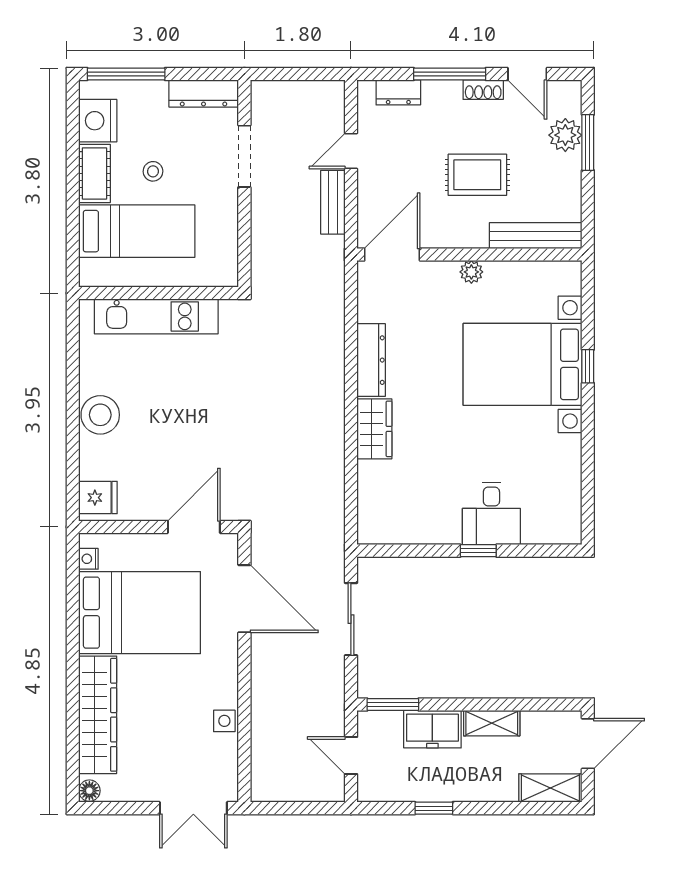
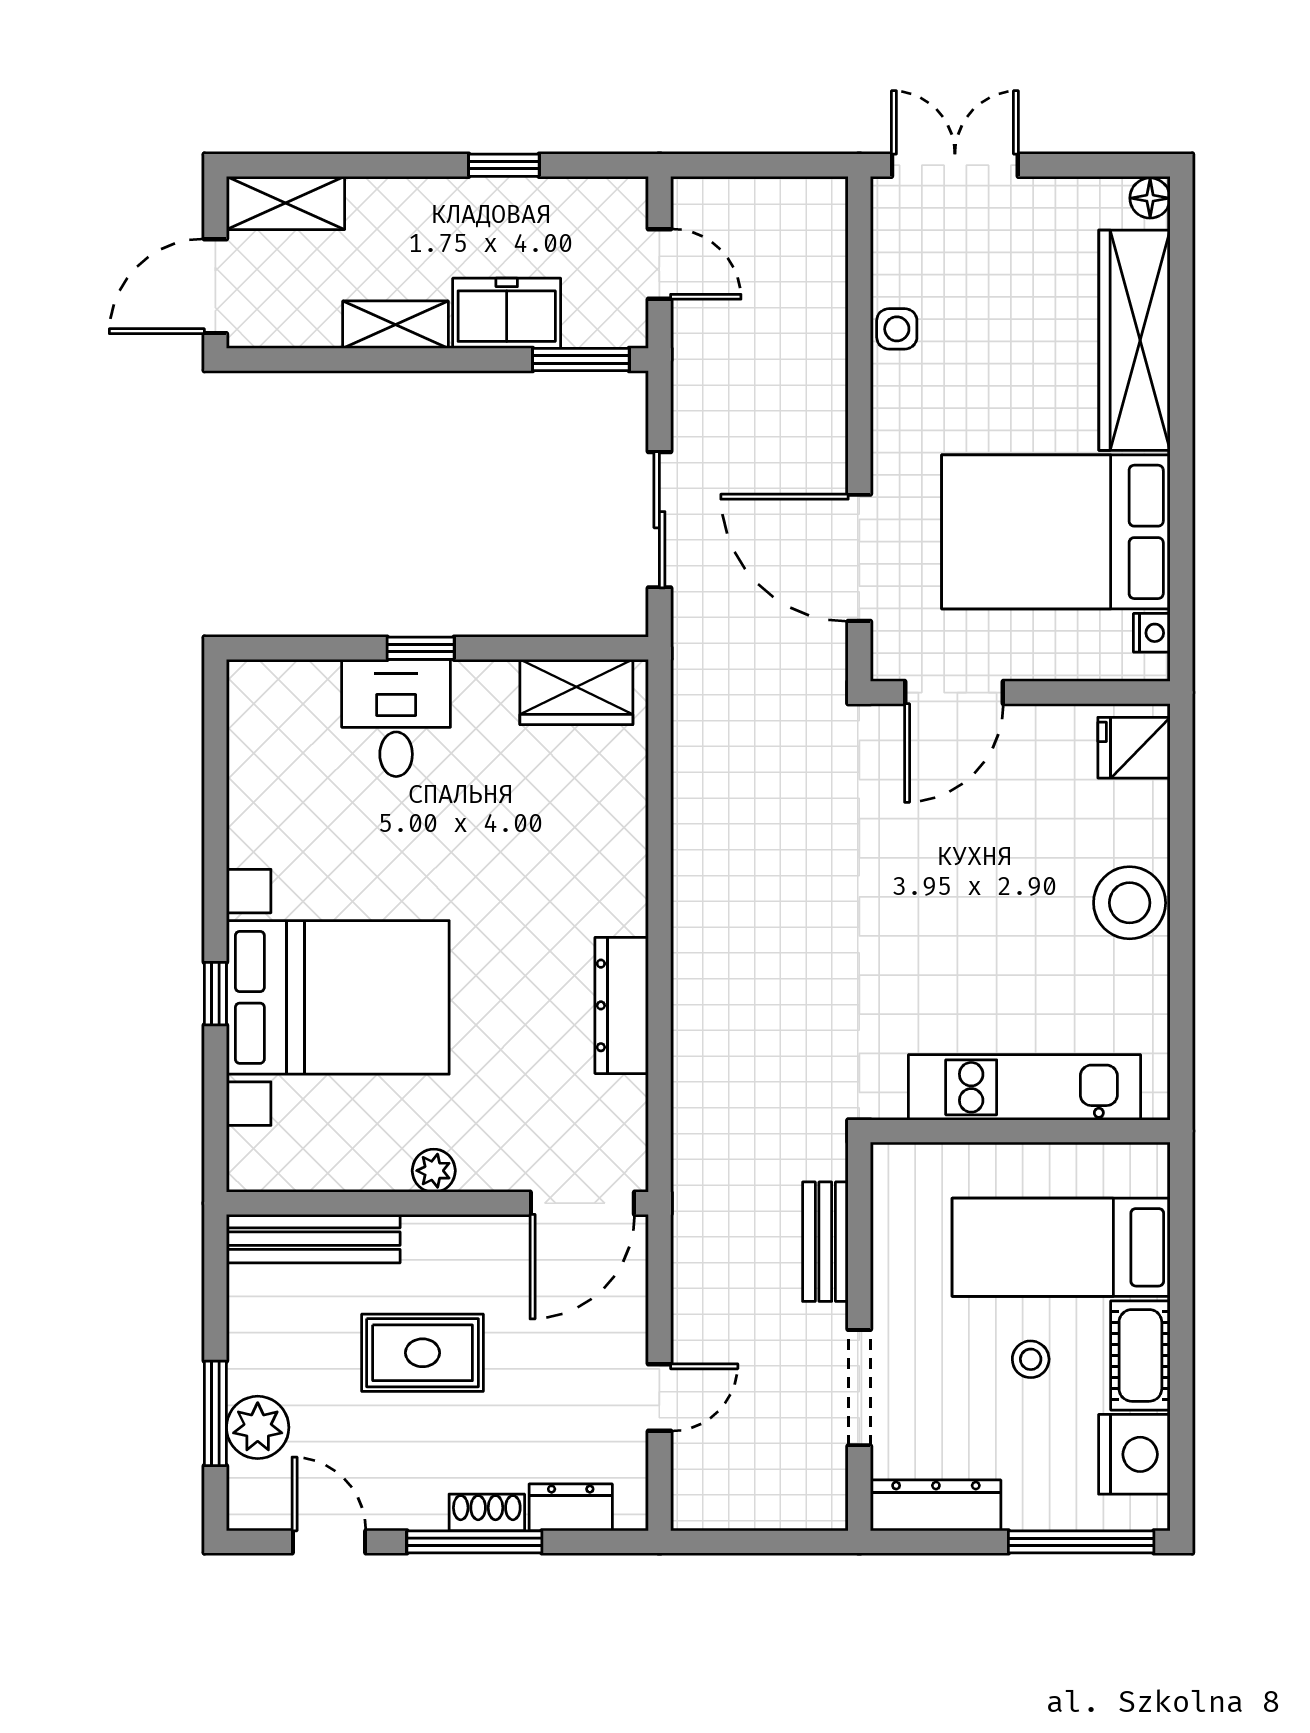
shoe rack: (483, 90) -> (487, 1512), moved
bench: (333, 202) -> (825, 1242), moved
wardrobe: (374, 429) -> (576, 692), moved, turned -90

